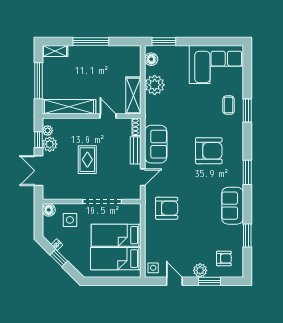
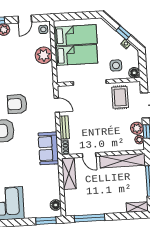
window: (91, 41) -> (90, 218), moved
plant: (155, 85) -> (44, 55), moved
sofa: (156, 144) -> (48, 148), moved
rug: (87, 160) -> (120, 97), moved
door: (143, 177) -> (57, 105), swing flipped
armchair: (167, 208) -> (17, 104), moved
door: (174, 281) -> (25, 19), hinge flipped

